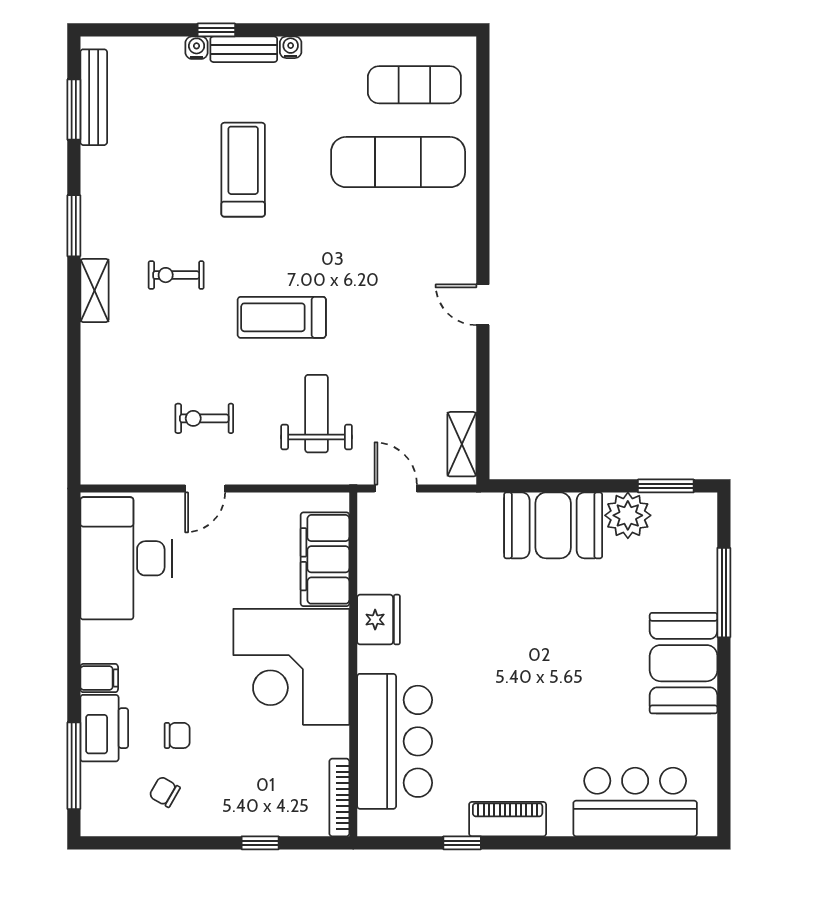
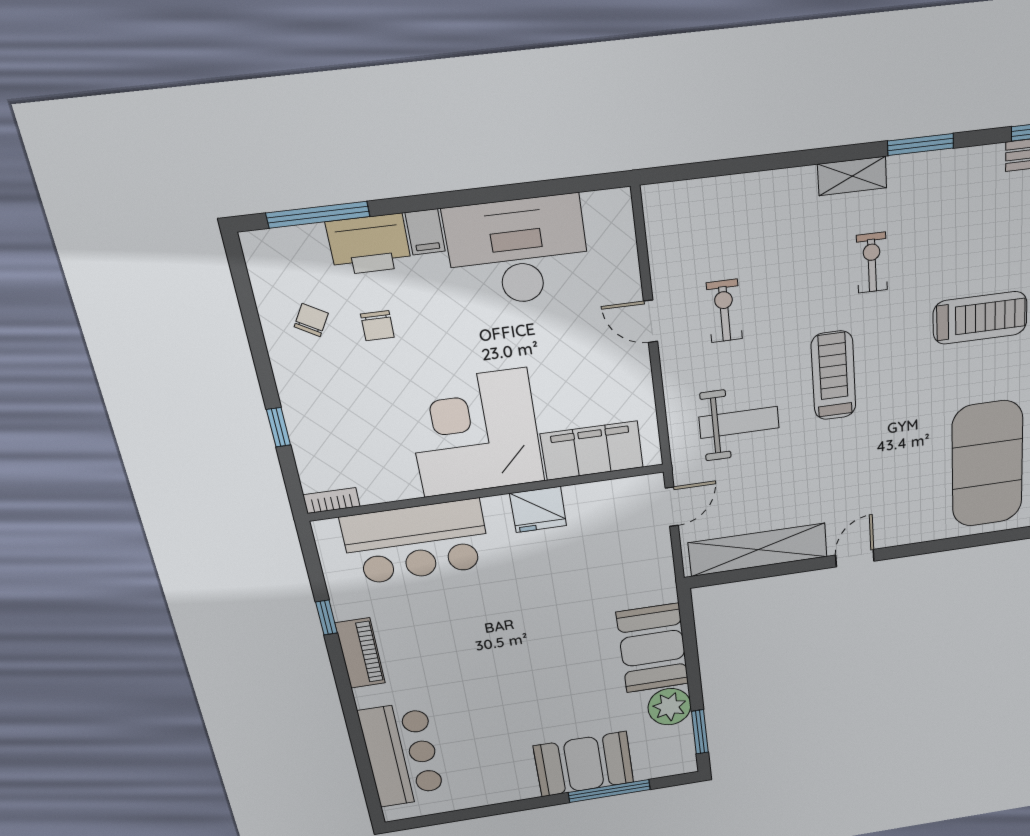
exercise mat: (398, 162) -> (987, 464), width x1.47
shelving: (462, 444) -> (758, 550), width x2.20, depth x1.33
desk: (126, 558) -> (518, 252), moved
booth: (684, 663) -> (584, 764), moved
bookcase: (339, 797) -> (331, 500), width x0.64

